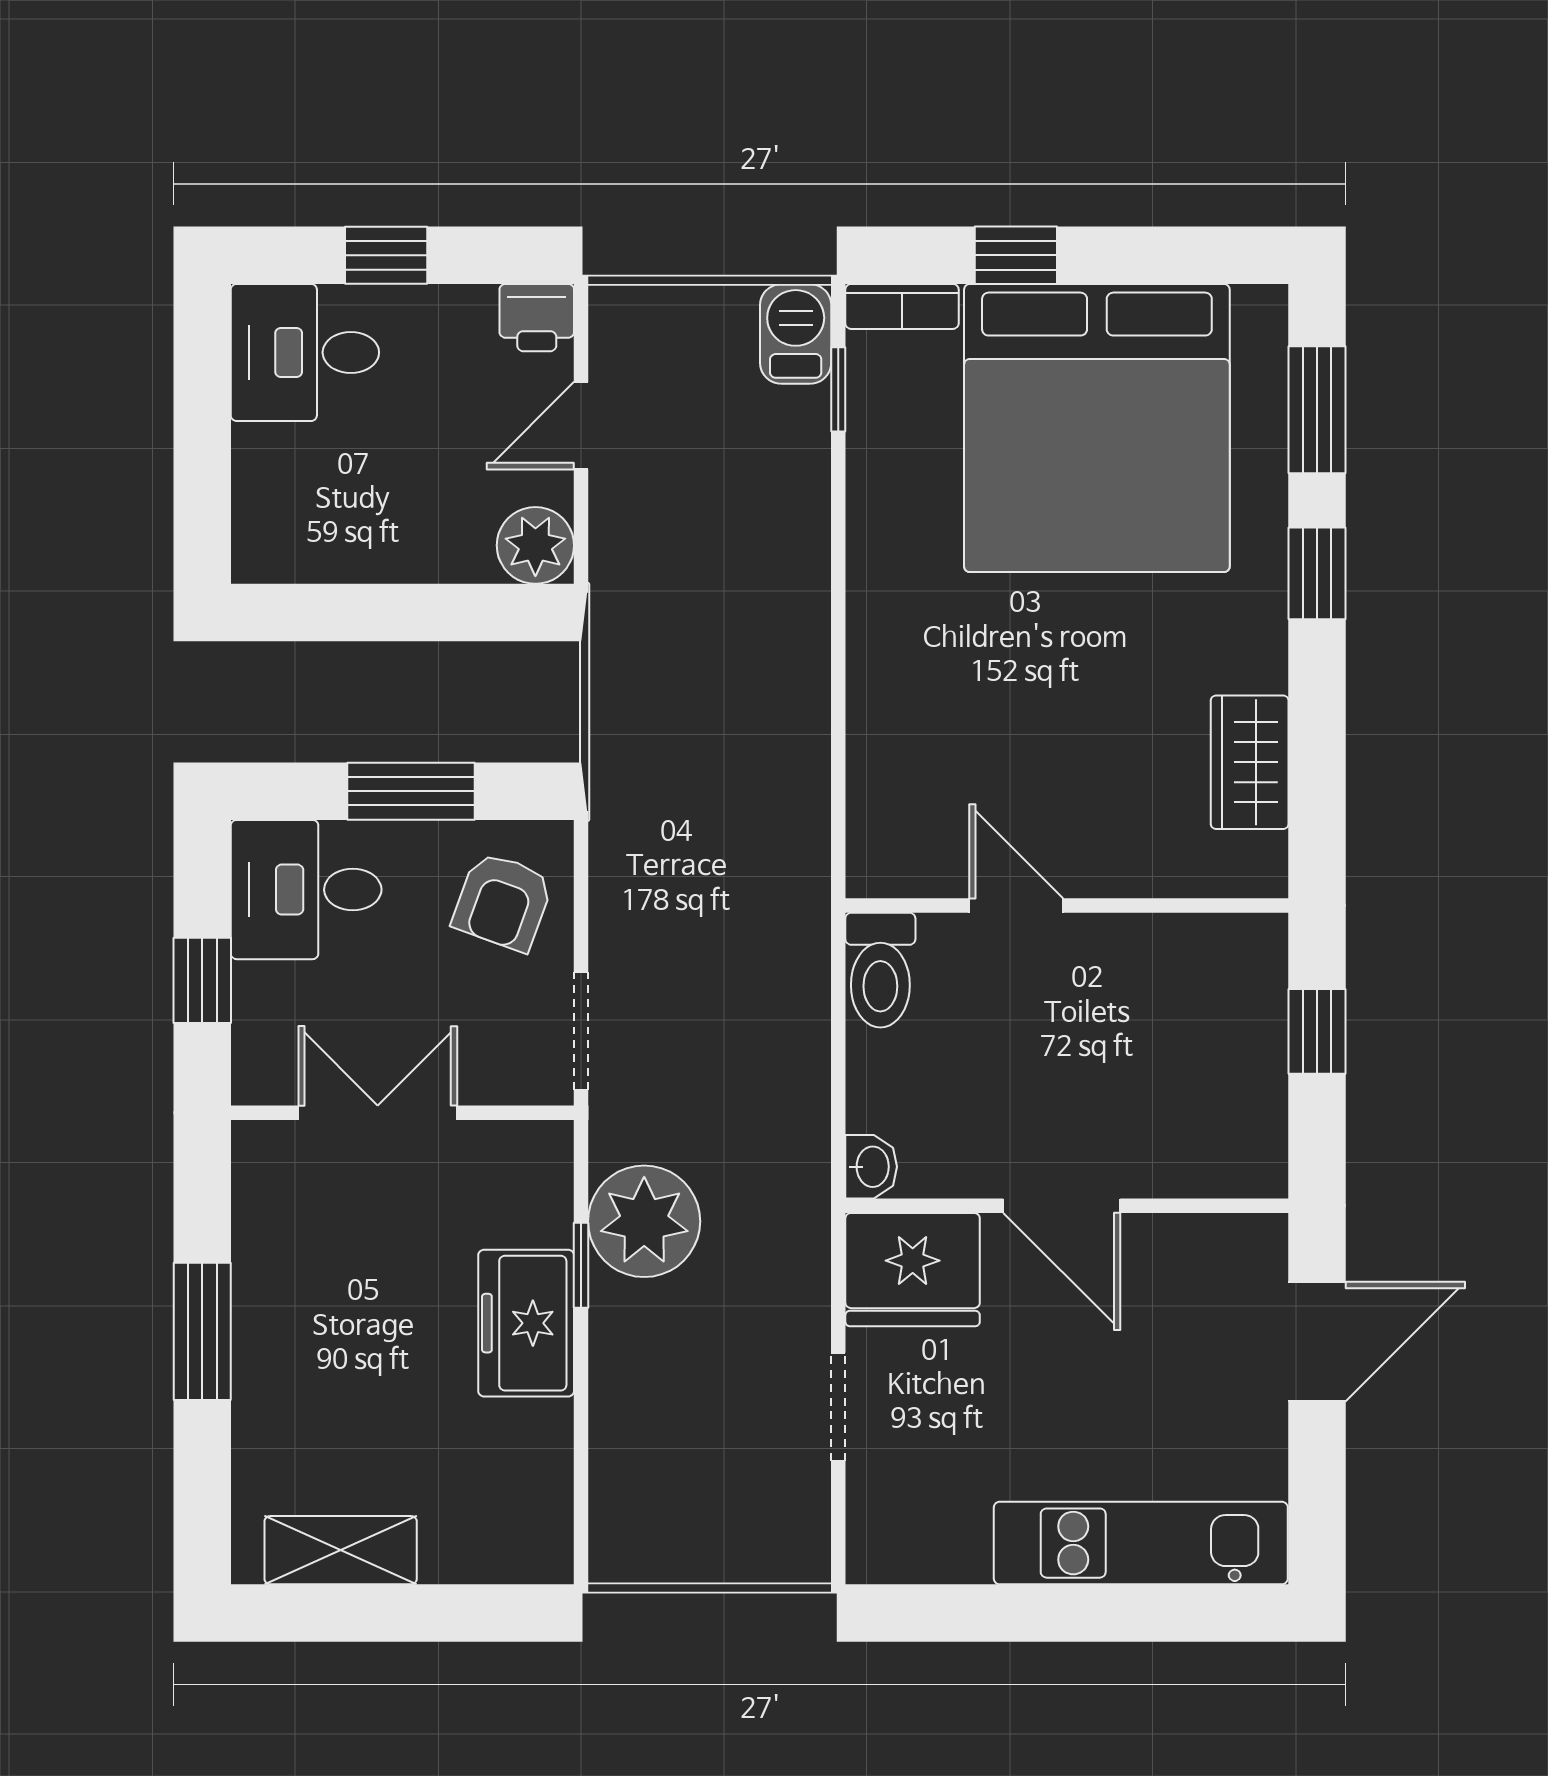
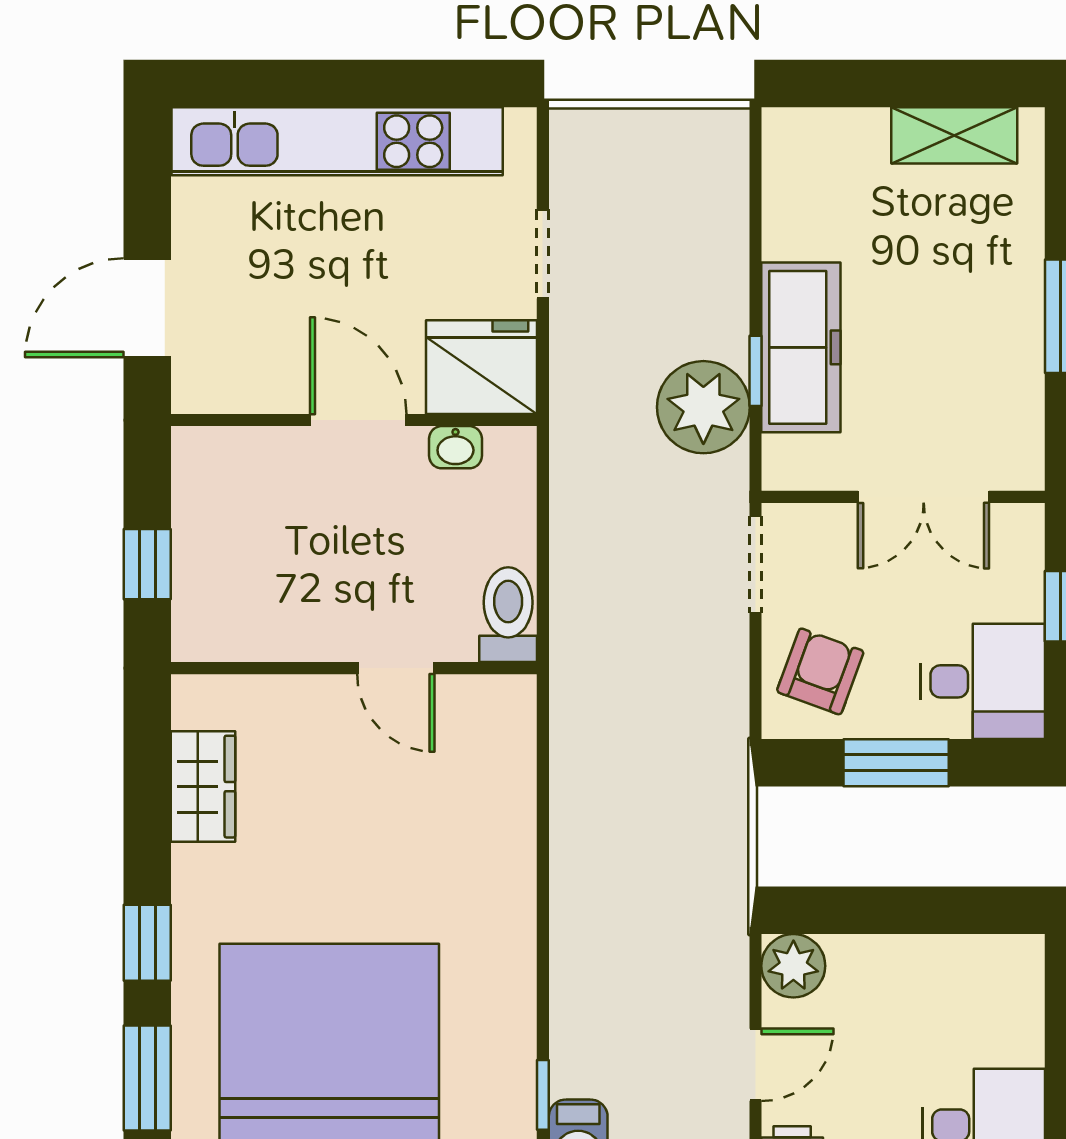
washbasin: (871, 1167) -> (455, 447), moved, turned -90
freezer: (526, 1323) -> (801, 347), width x1.40
kitchen unit: (1141, 1543) -> (337, 141), width x1.36

